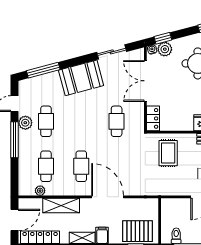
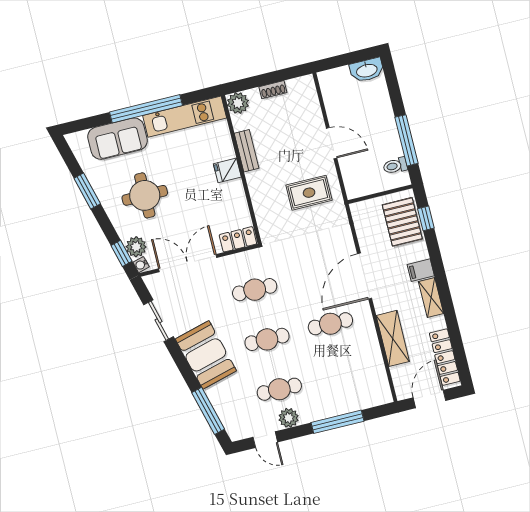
double door: (145, 81) -> (188, 263), swing flipped
window: (15, 140) -> (337, 422), moved
rug: (168, 153) -> (309, 193), moved
cafe table: (46, 166) -> (267, 339), moved
plant: (40, 191) -> (379, 373), removed
door: (15, 220) -> (429, 399), hinge flipped

